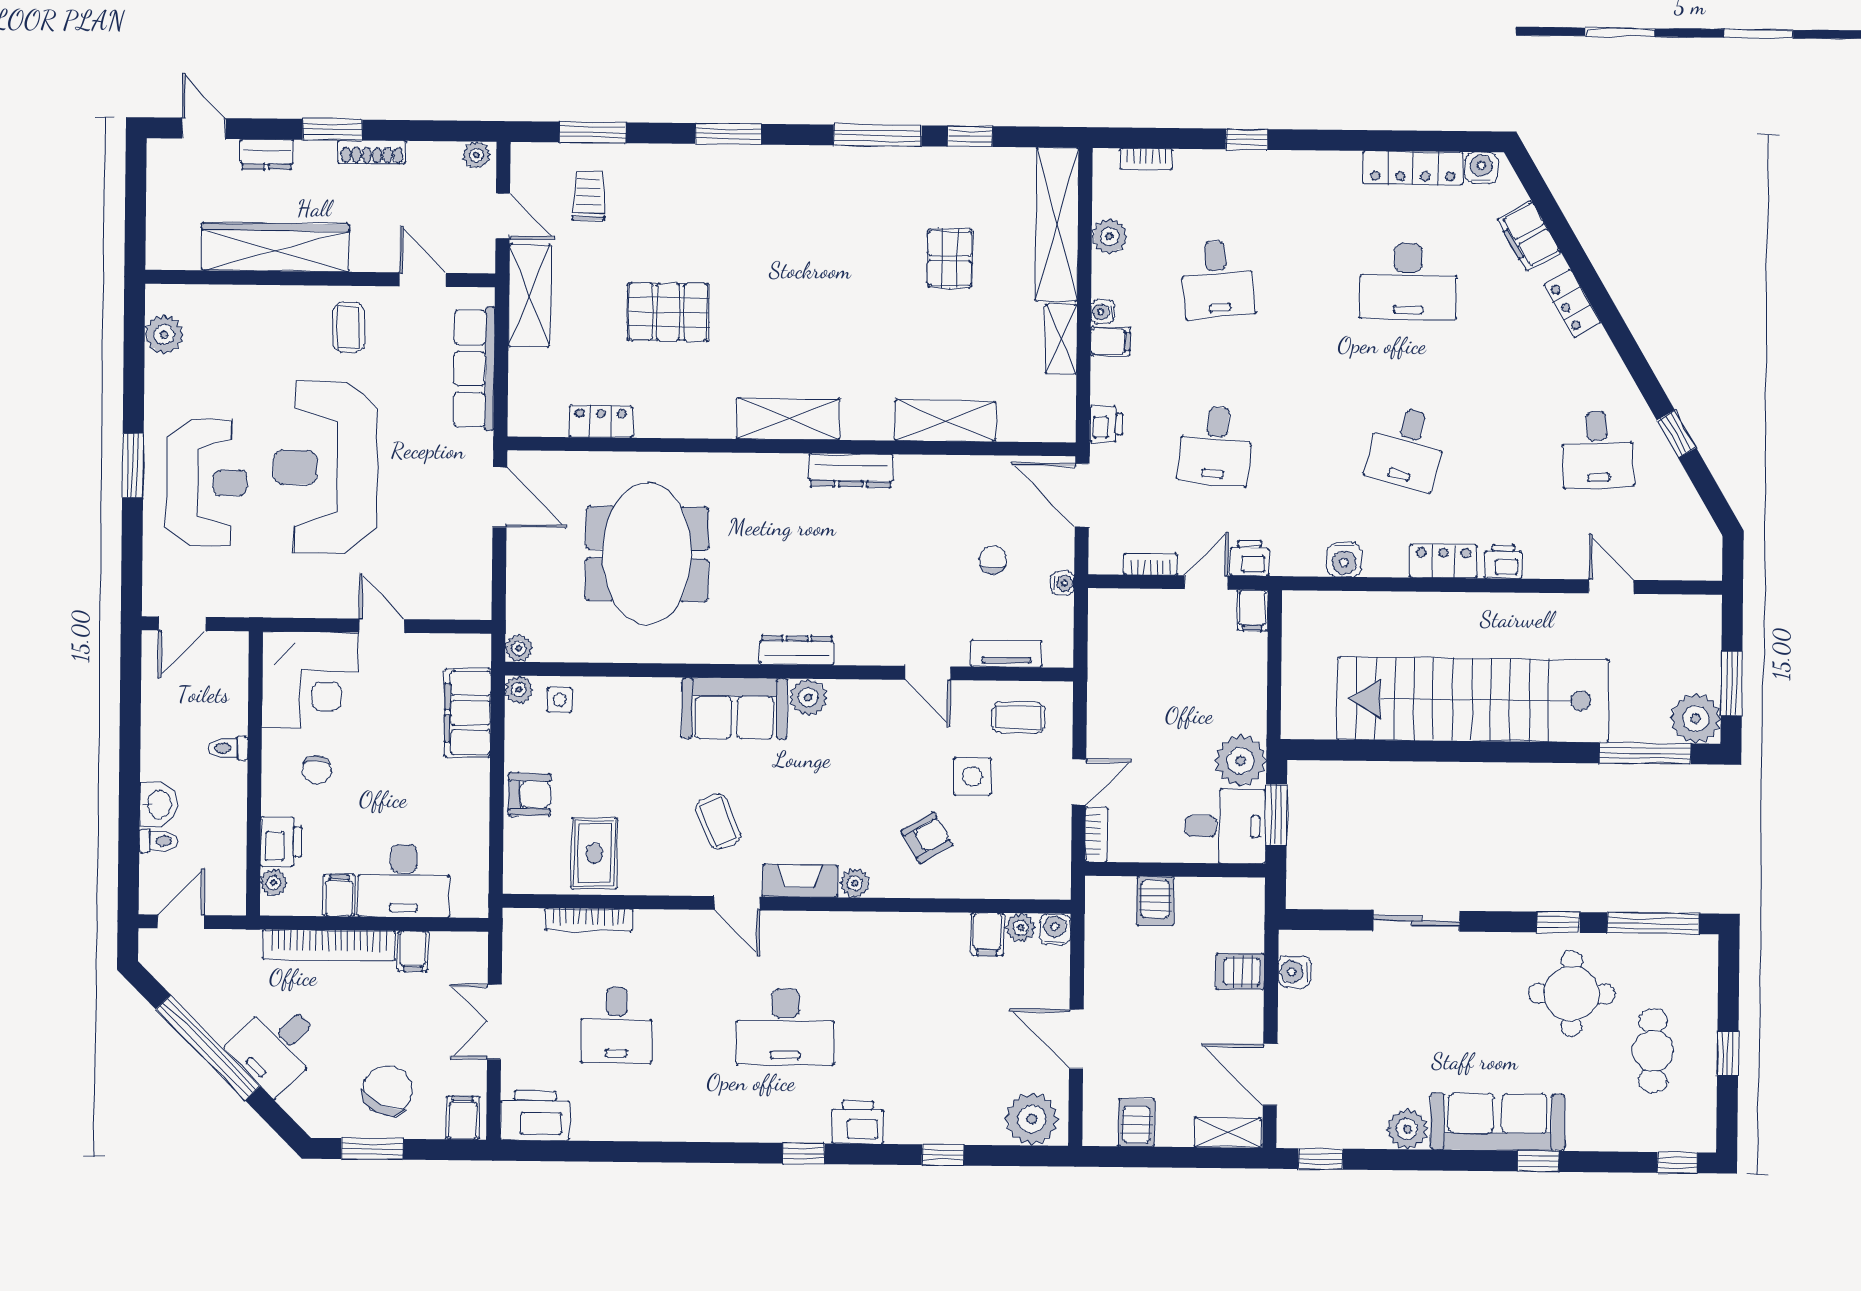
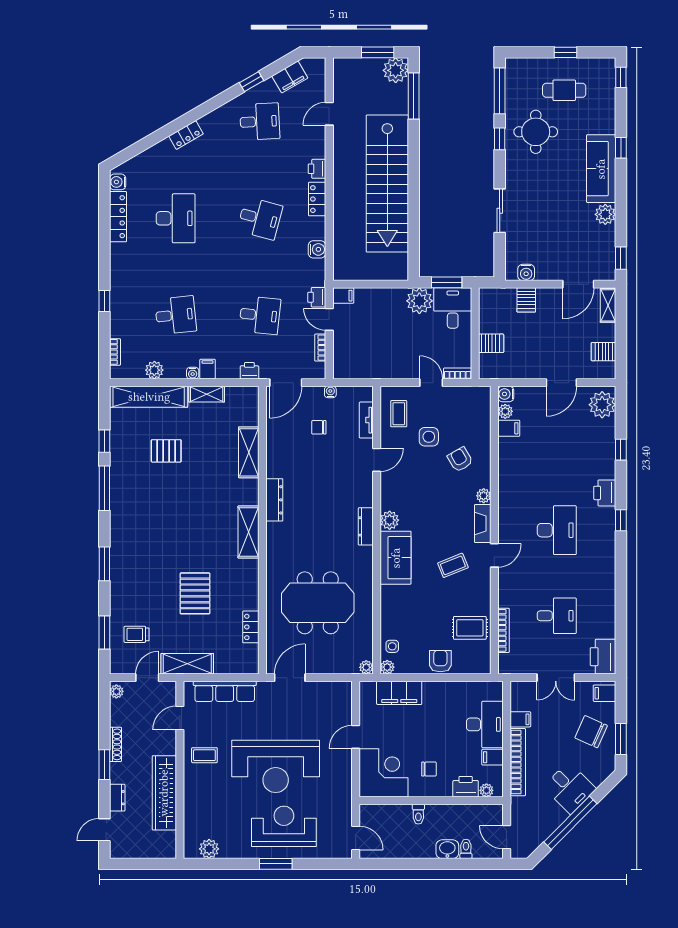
filing cabinet: (1529, 236) -> (290, 77), moved

